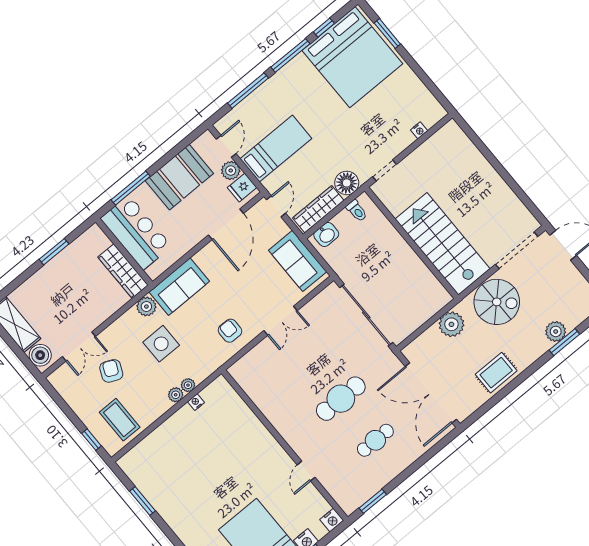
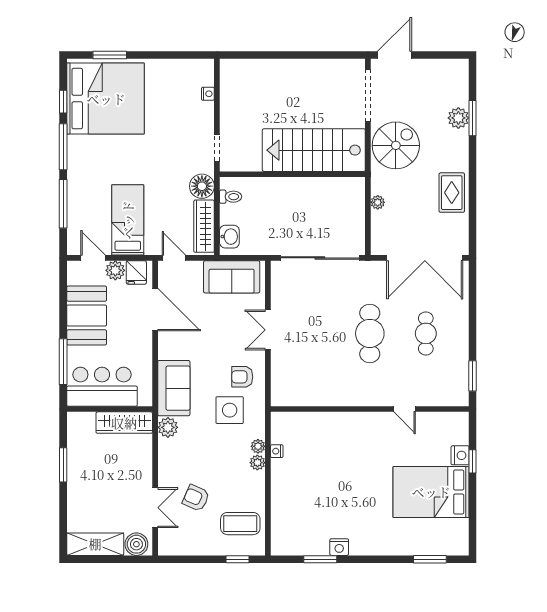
double door: (281, 321) -> (268, 330), swing flipped
plant: (451, 324) -> (378, 202), width x0.53, depth x0.53
side table: (161, 344) -> (230, 410), moved
nightstand: (332, 520) -> (339, 547), moved, turned 90

